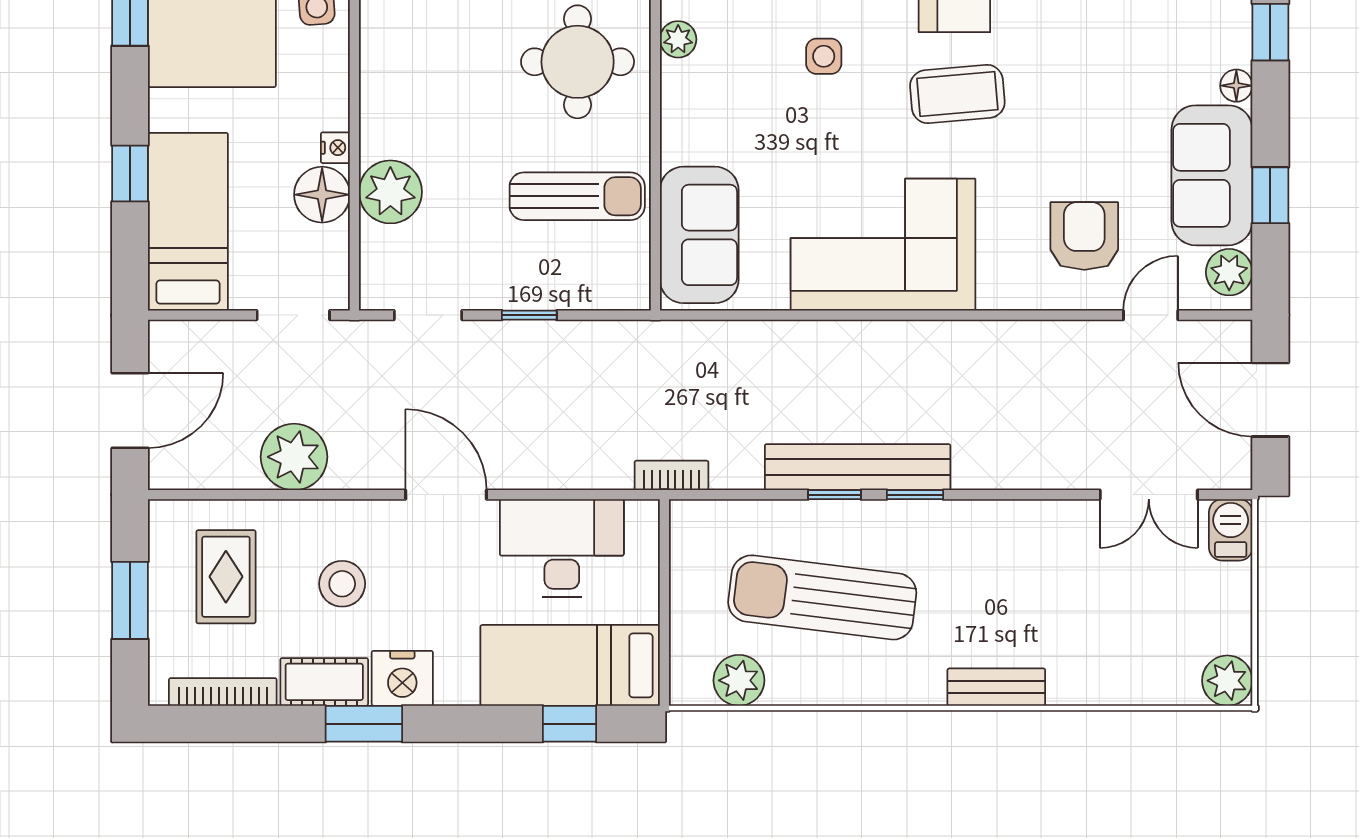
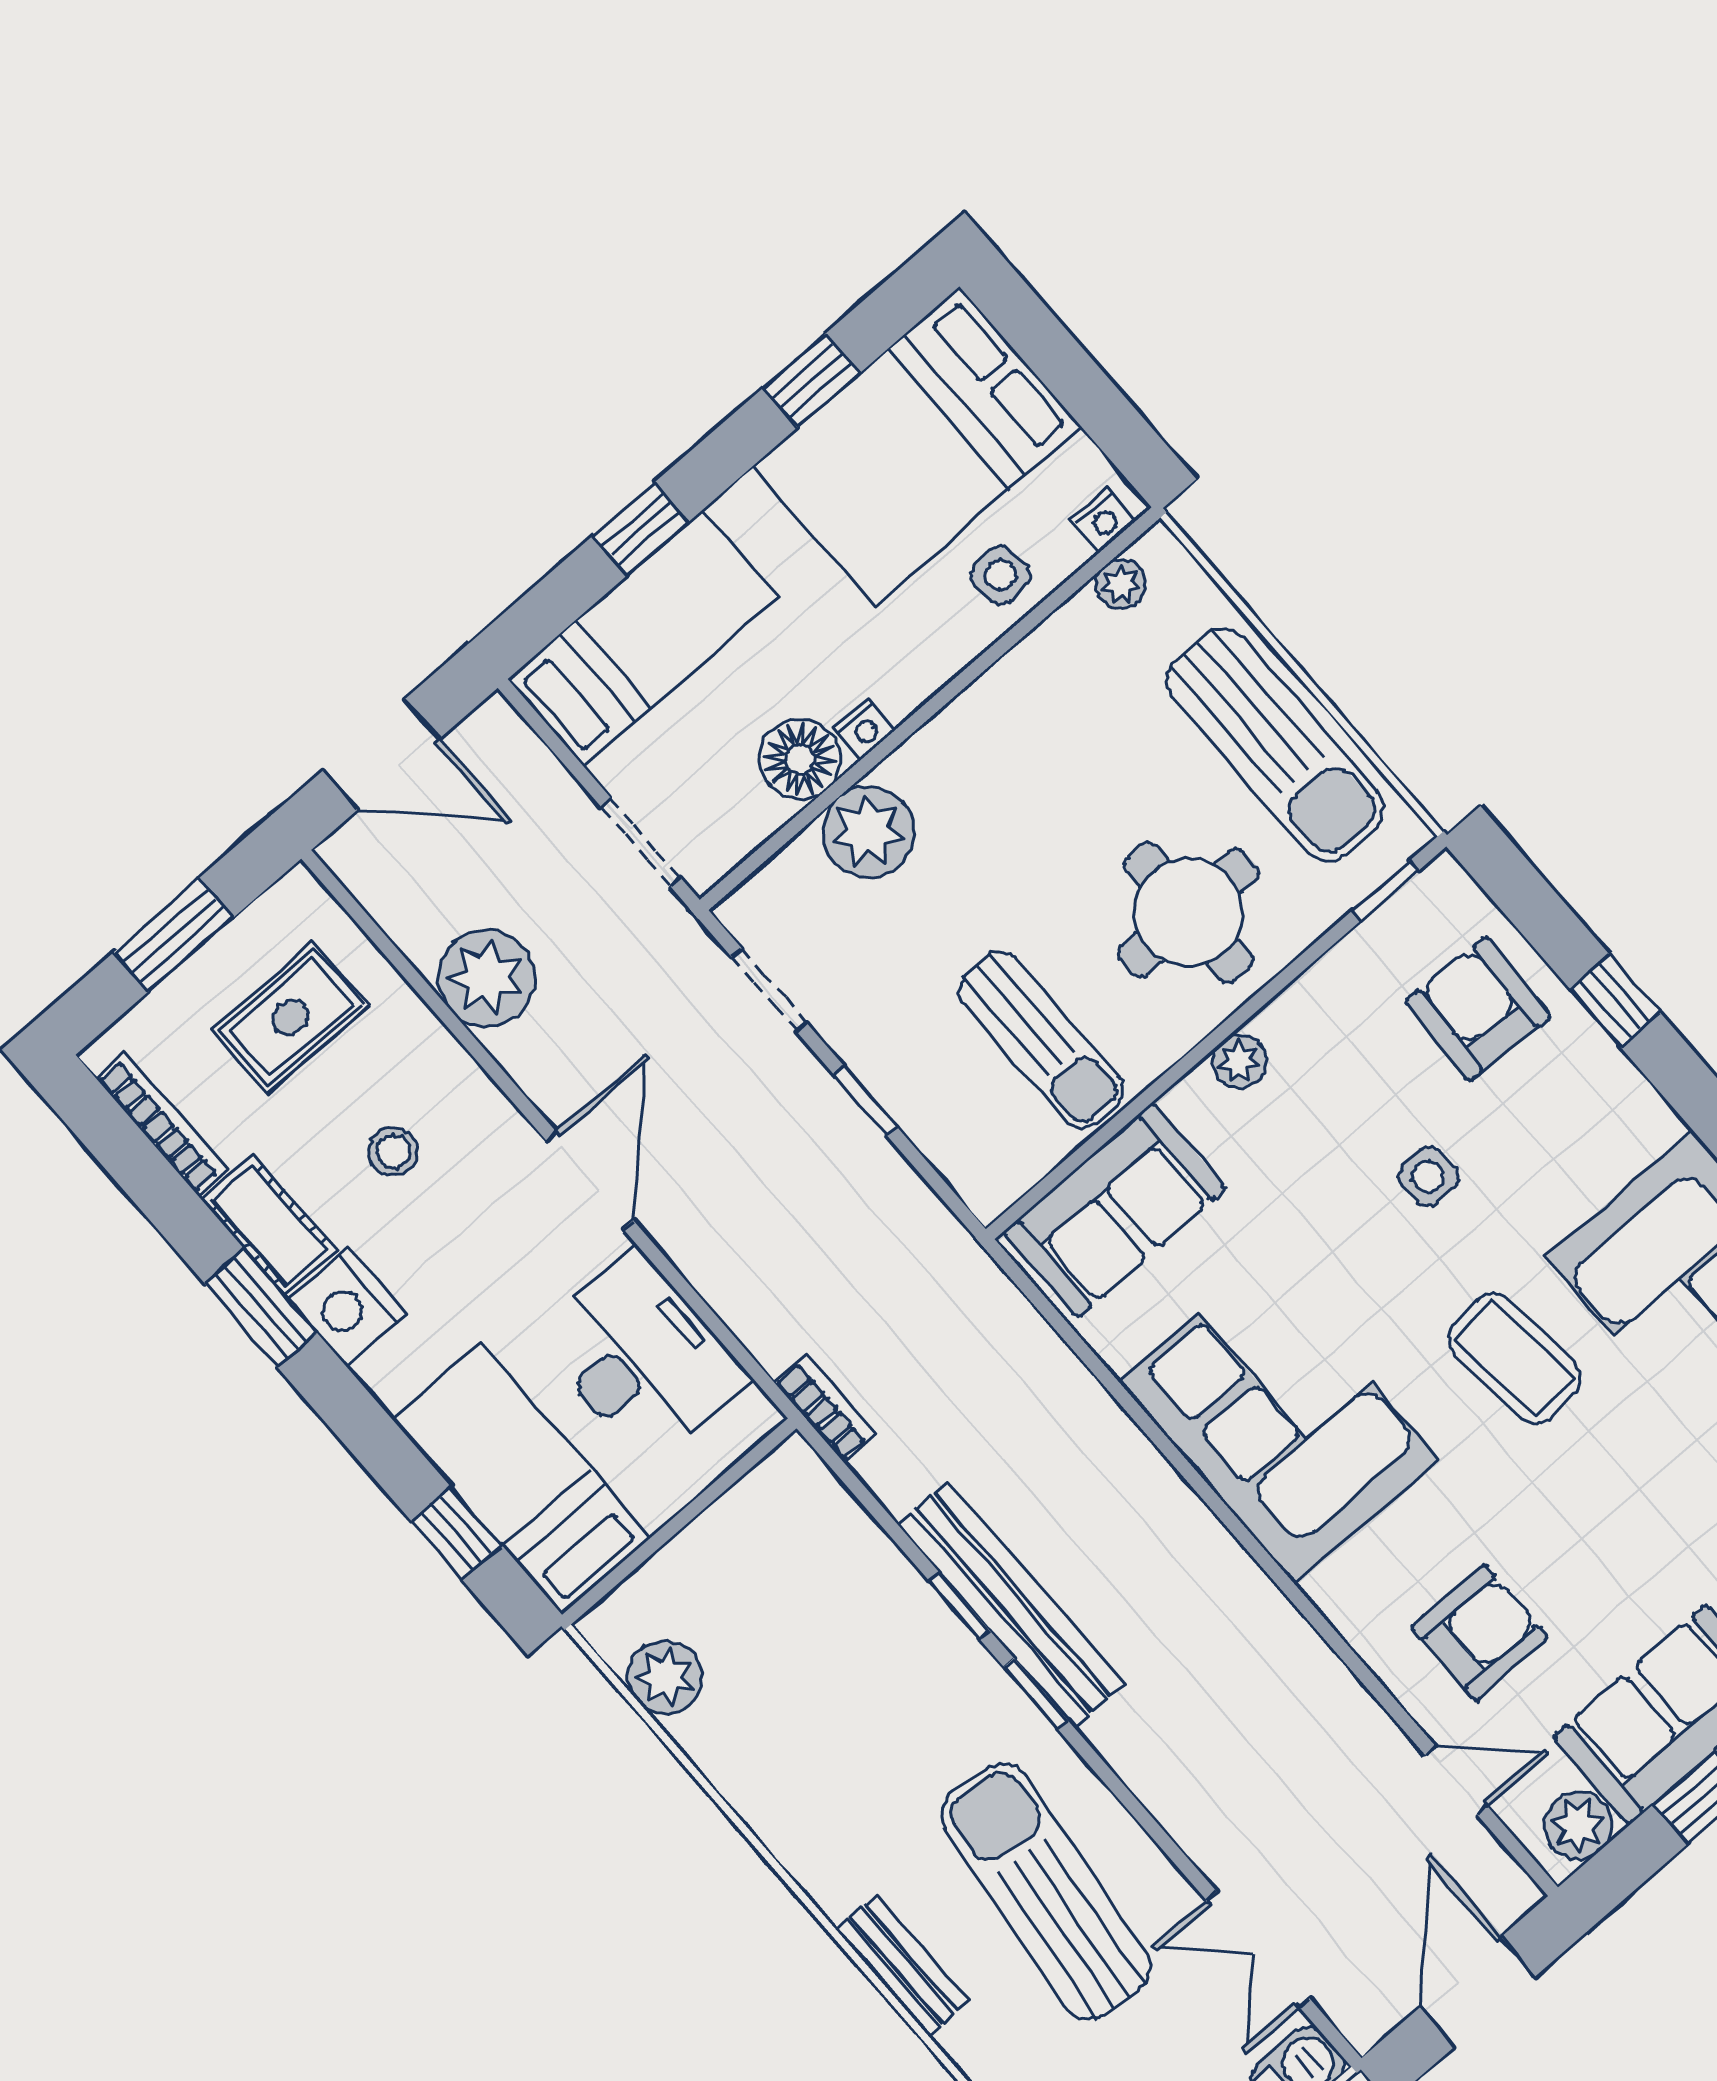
plant: (678, 39) -> (1239, 1062), moved
stool: (342, 584) -> (393, 1151), width x0.73, depth x0.73
sun lounger: (822, 597) -> (1046, 1891), moved

